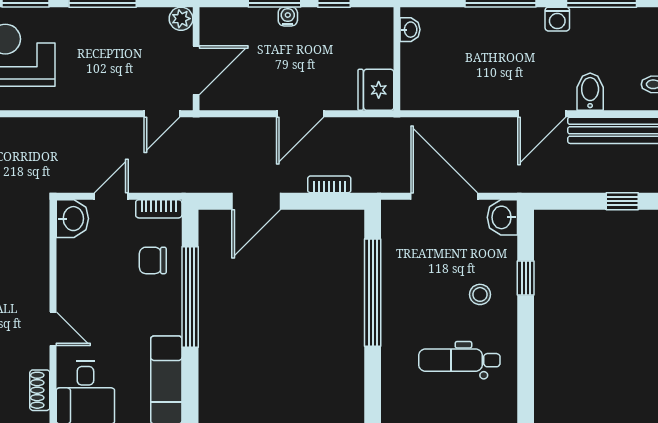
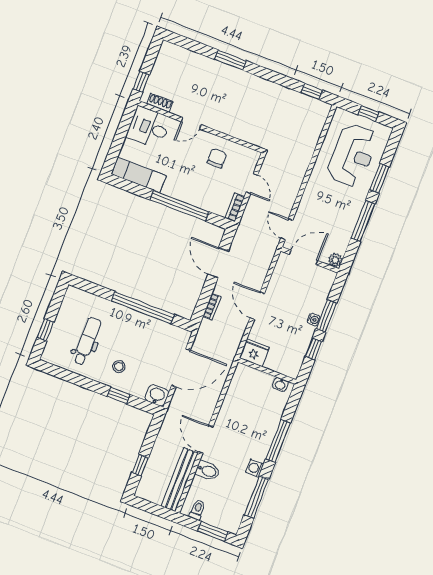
door: (196, 70) -> (304, 257), swing flipped
washbasin: (72, 219) -> (248, 157), removed
chair: (153, 260) -> (217, 158), moved

